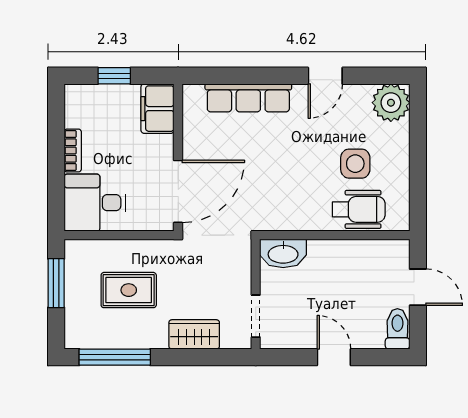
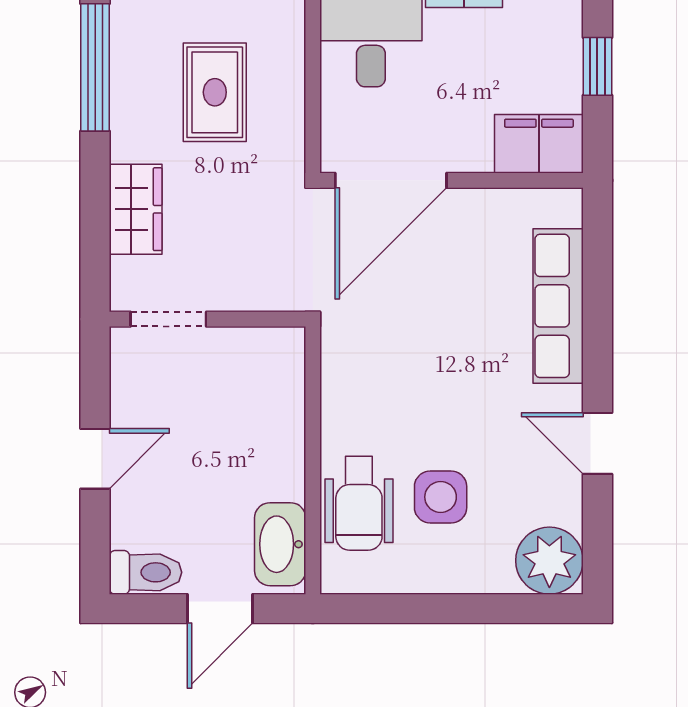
door: (178, 191) -> (391, 180), hinge flipped
washbasin: (283, 253) -> (280, 544), moved

